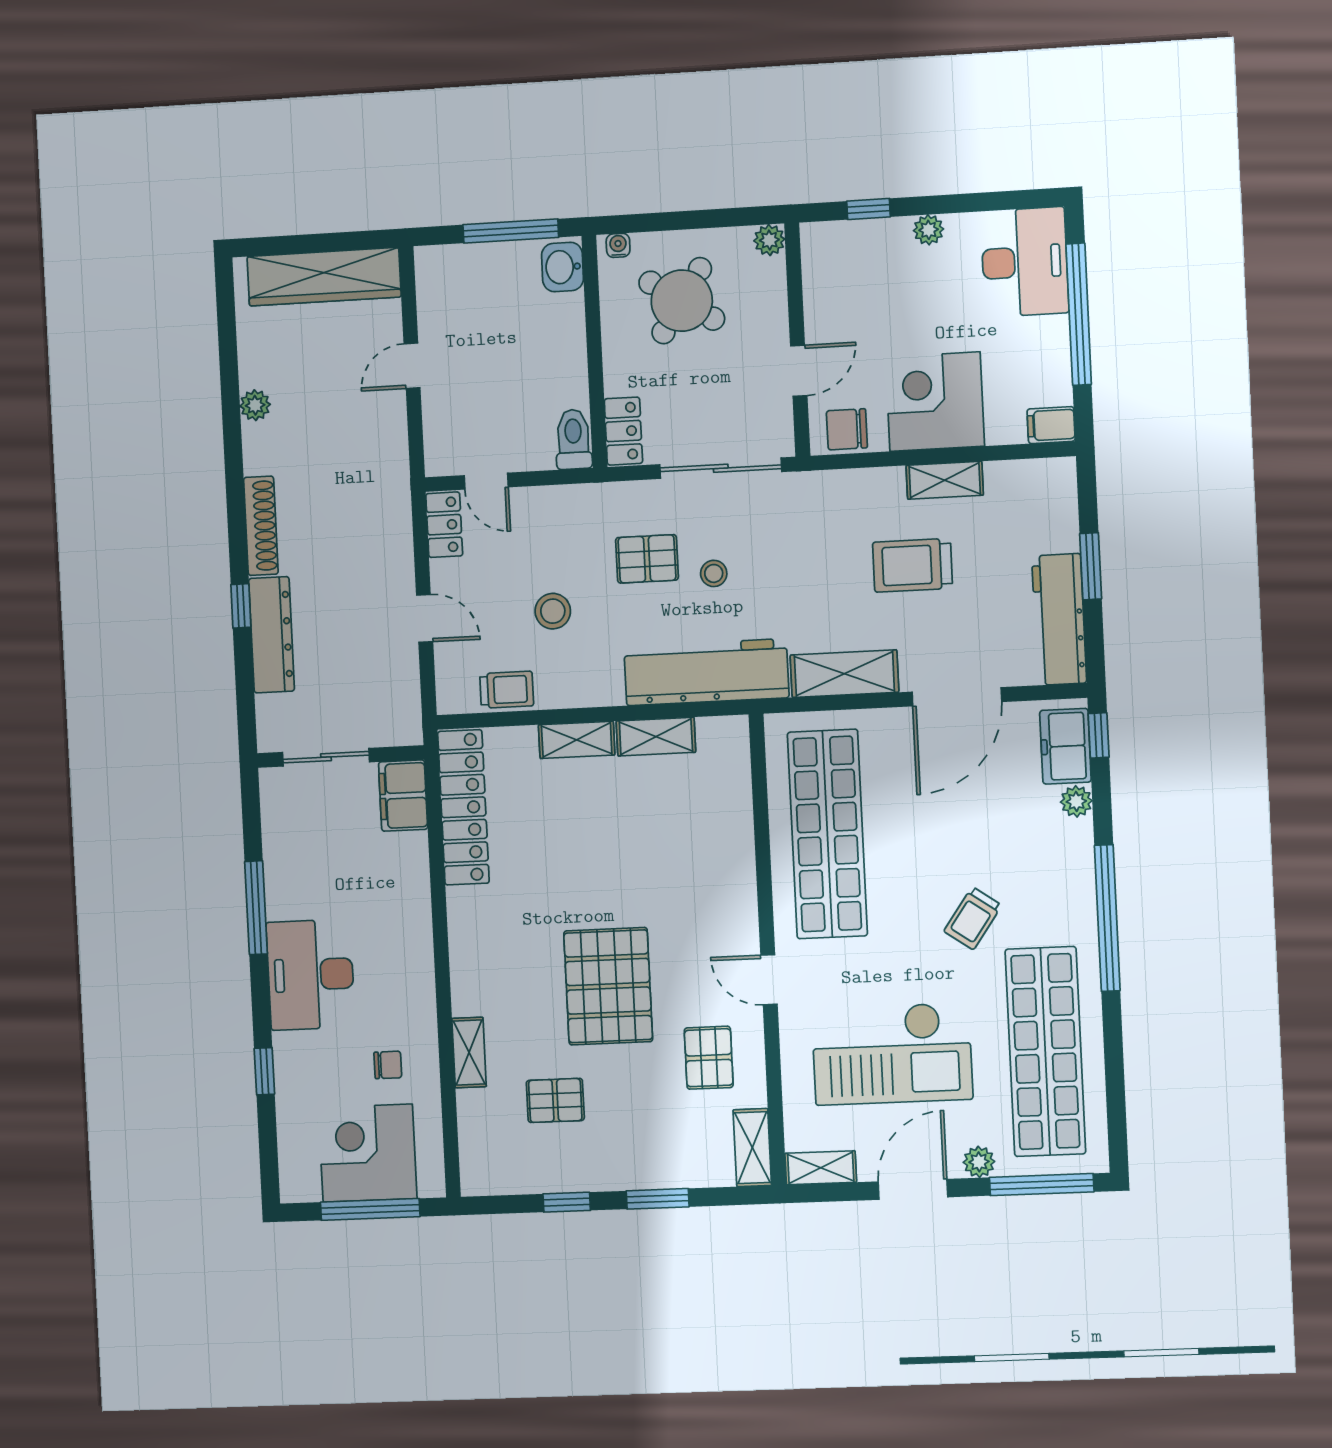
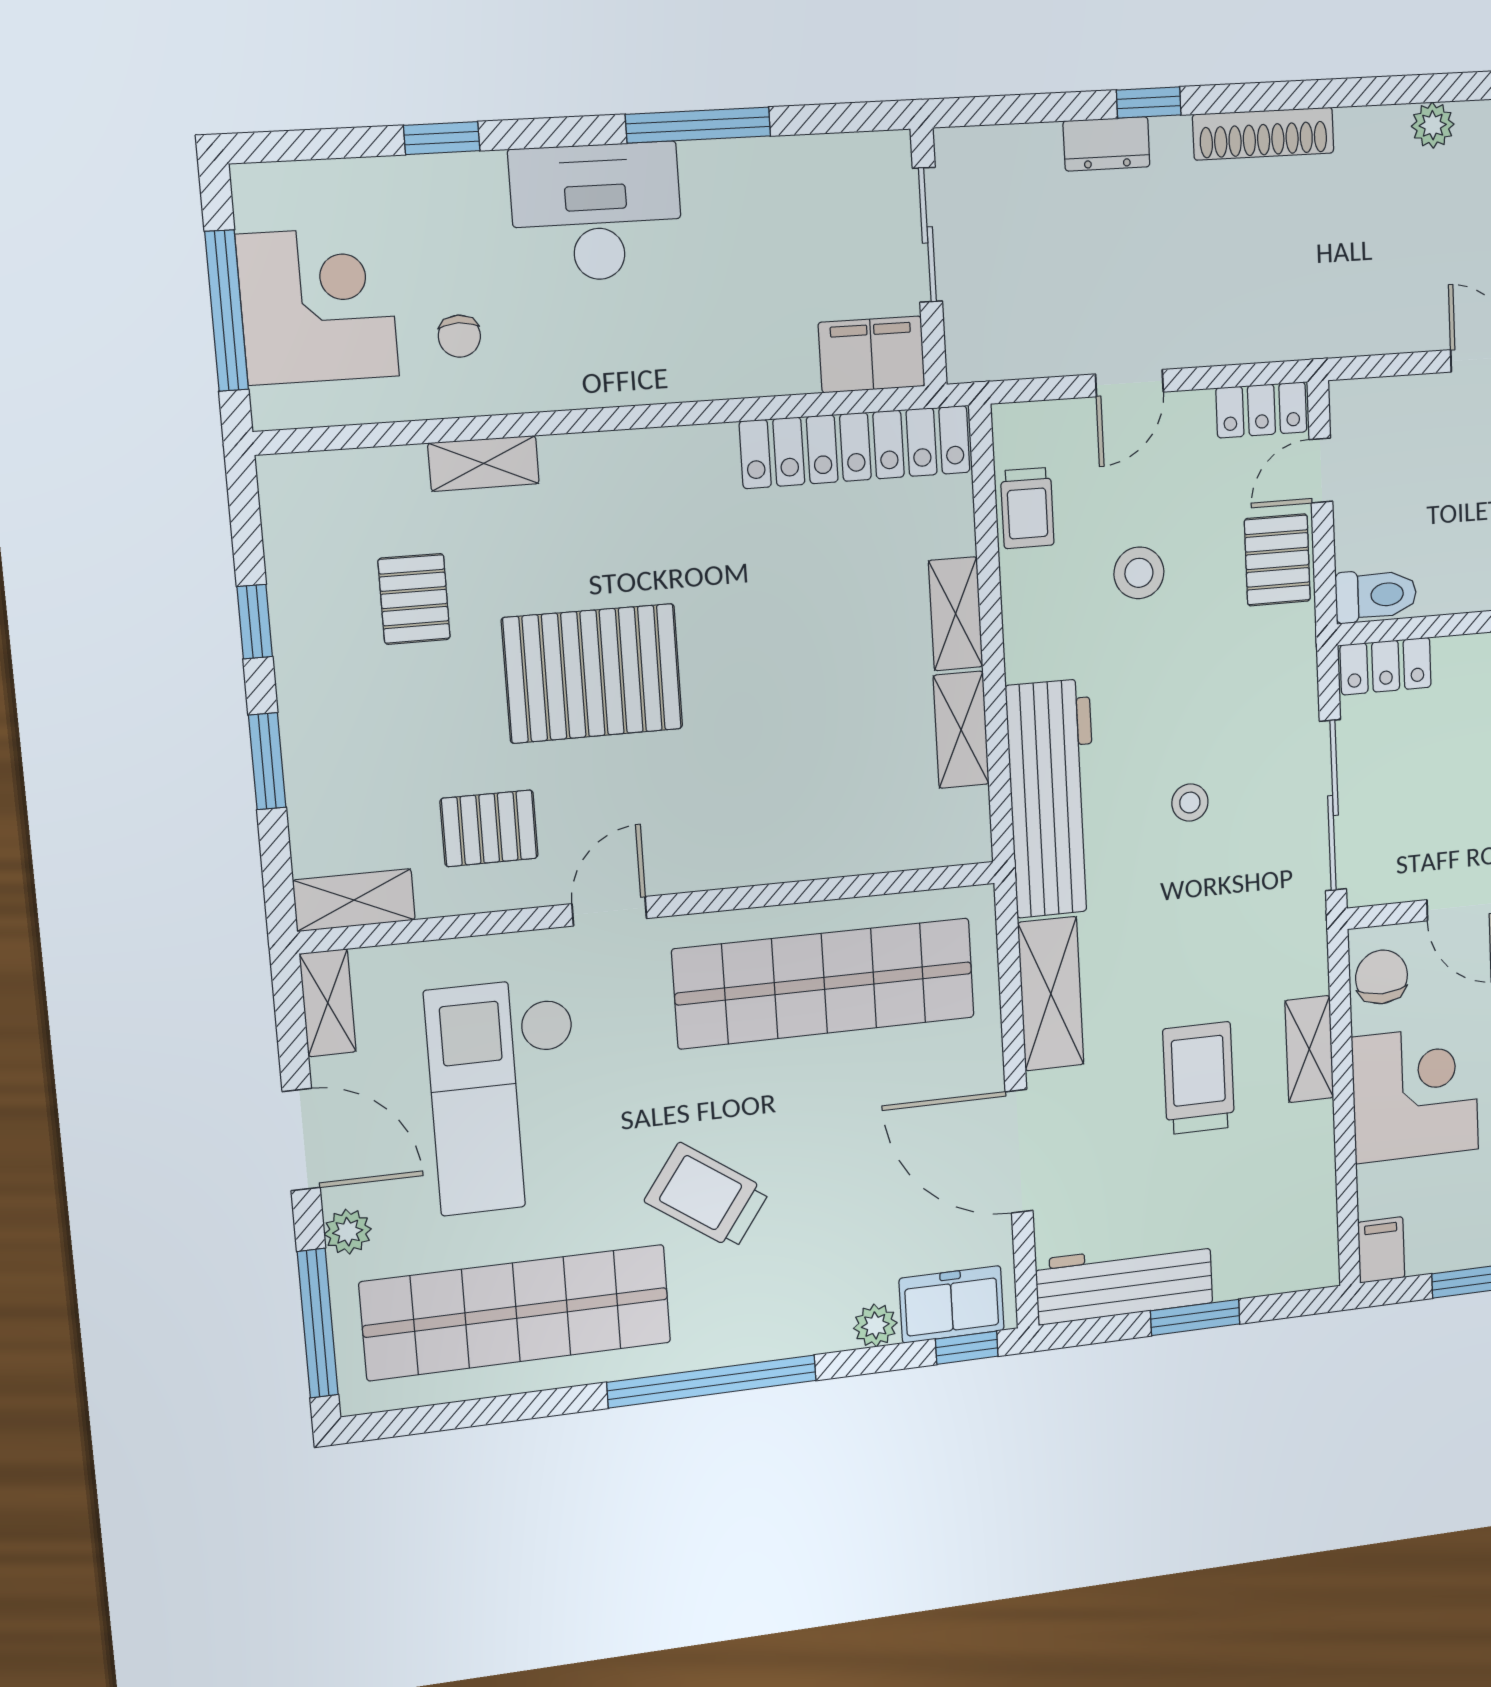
shelving: (945, 480) -> (1309, 1049), moved
pallet: (647, 559) -> (1277, 560), moved
dresser: (272, 635) -> (1106, 144), width x0.51, depth x0.80
trolley: (973, 918) -> (707, 1196), width x1.36, depth x1.39

